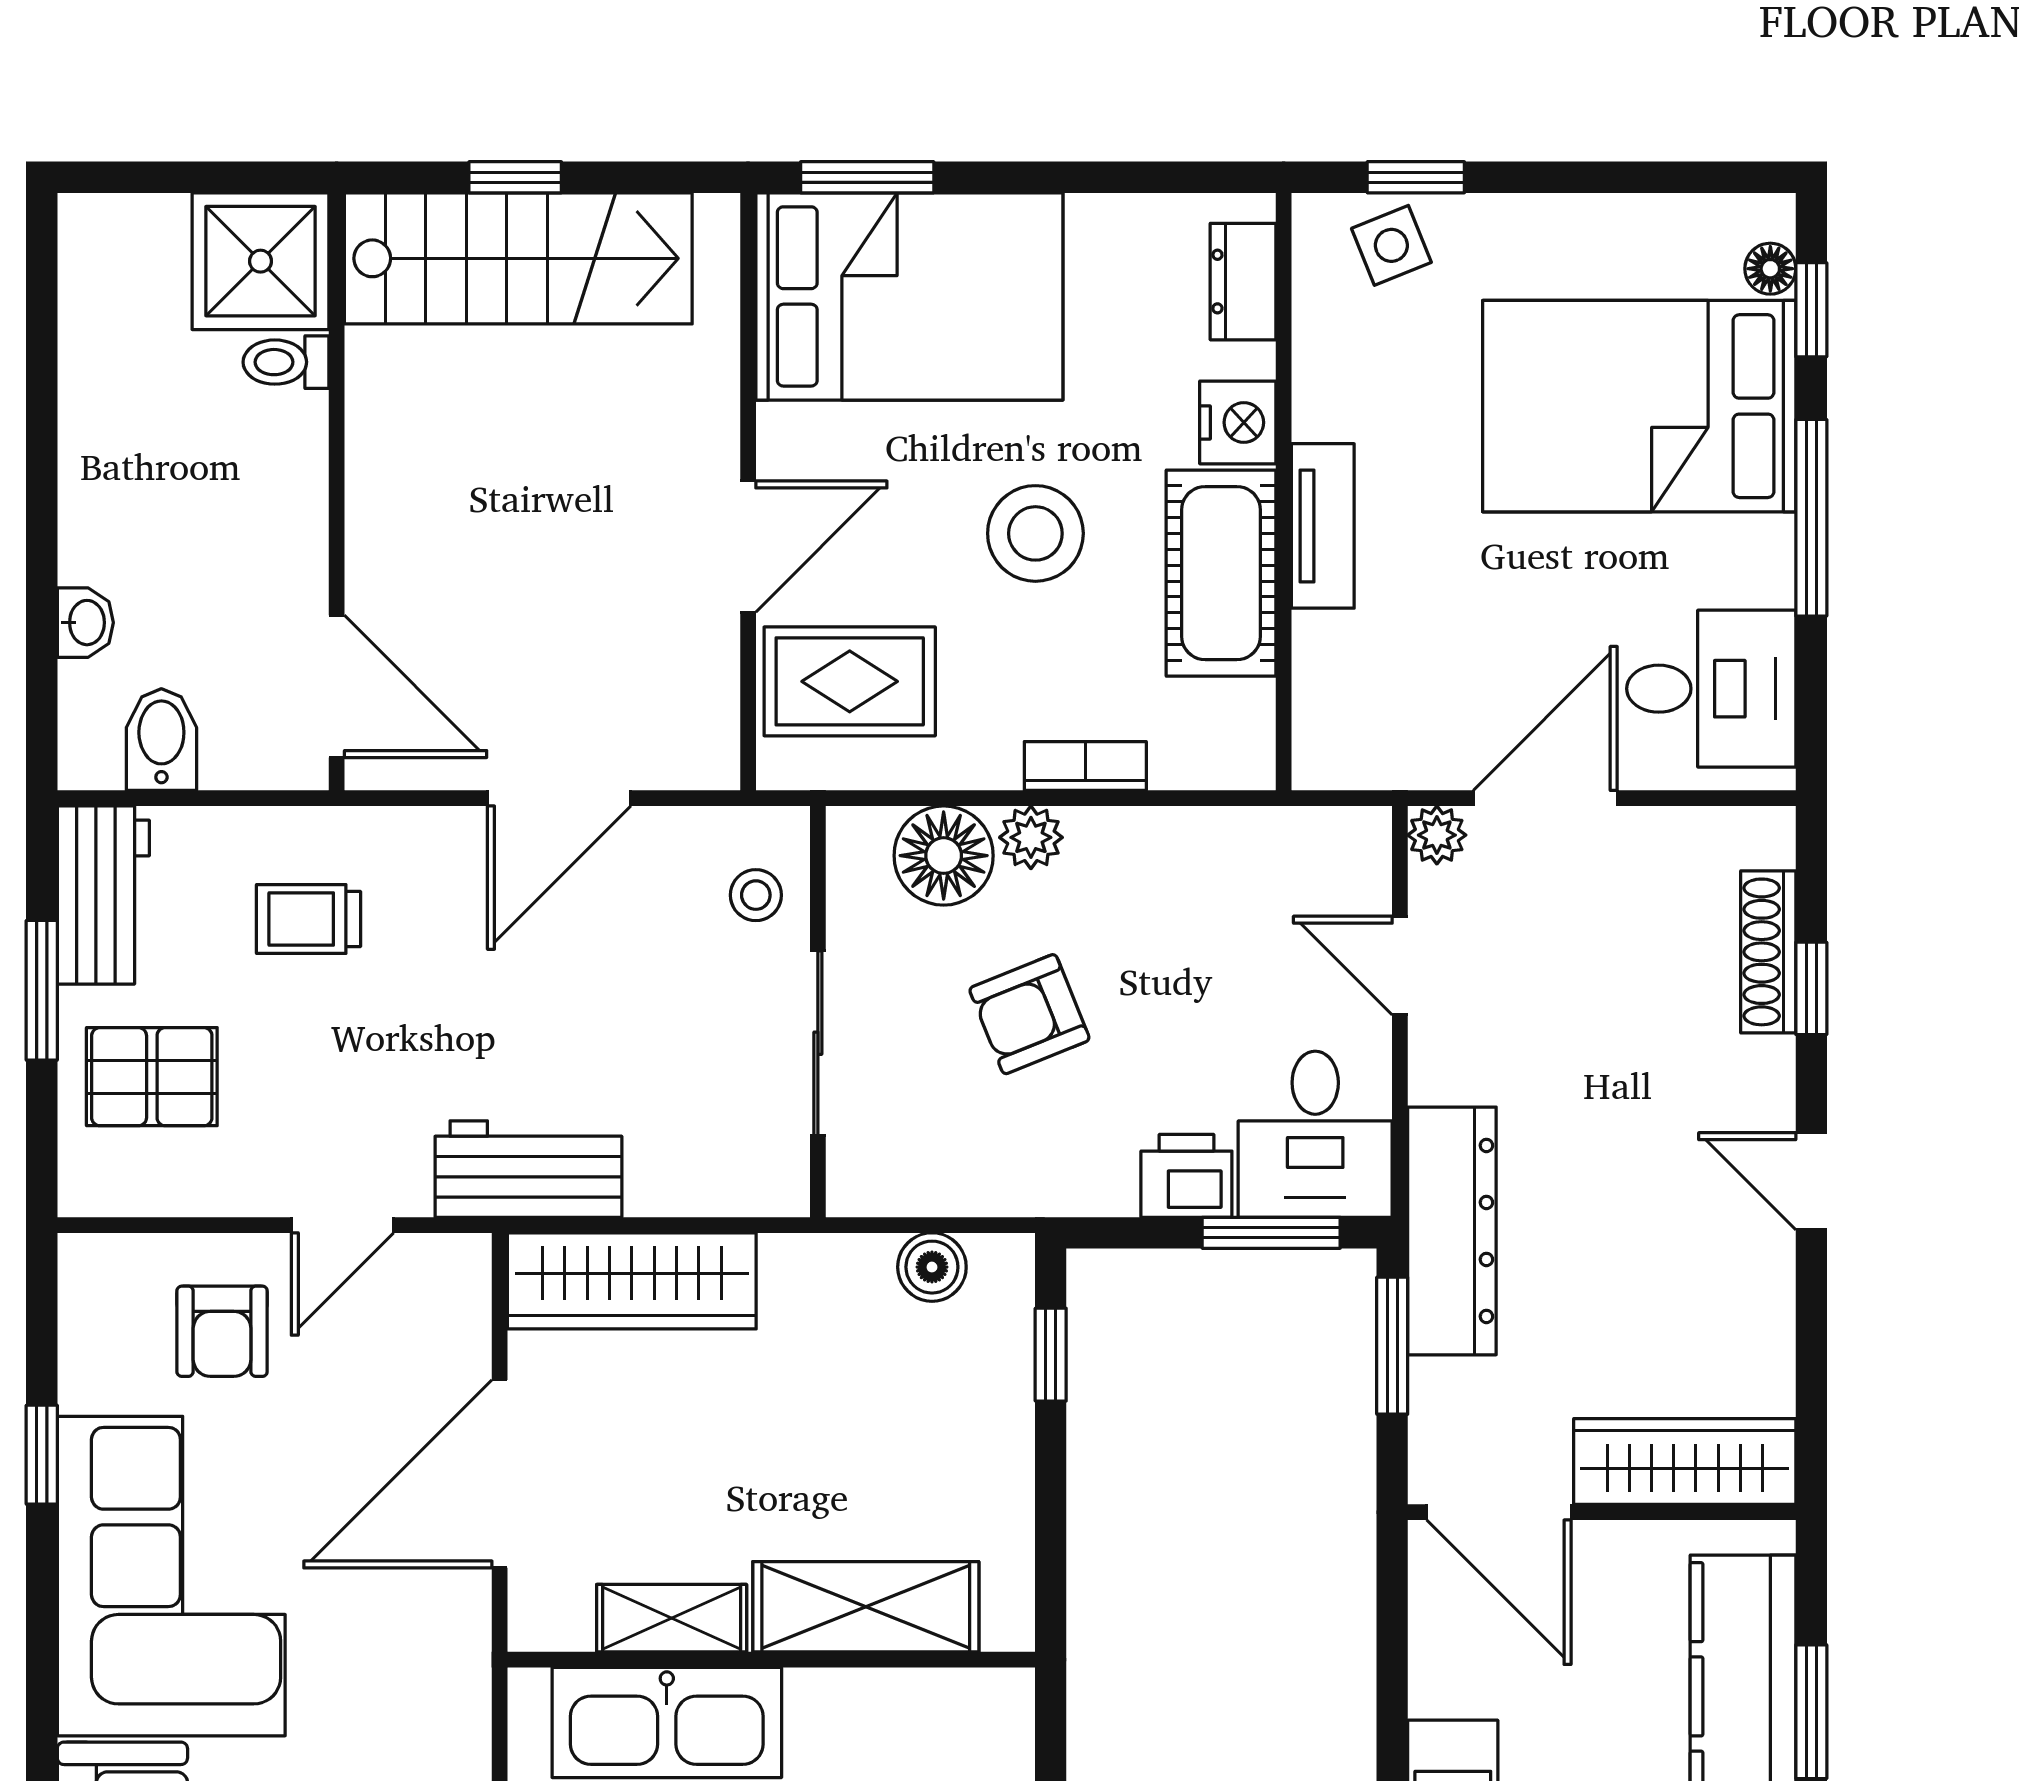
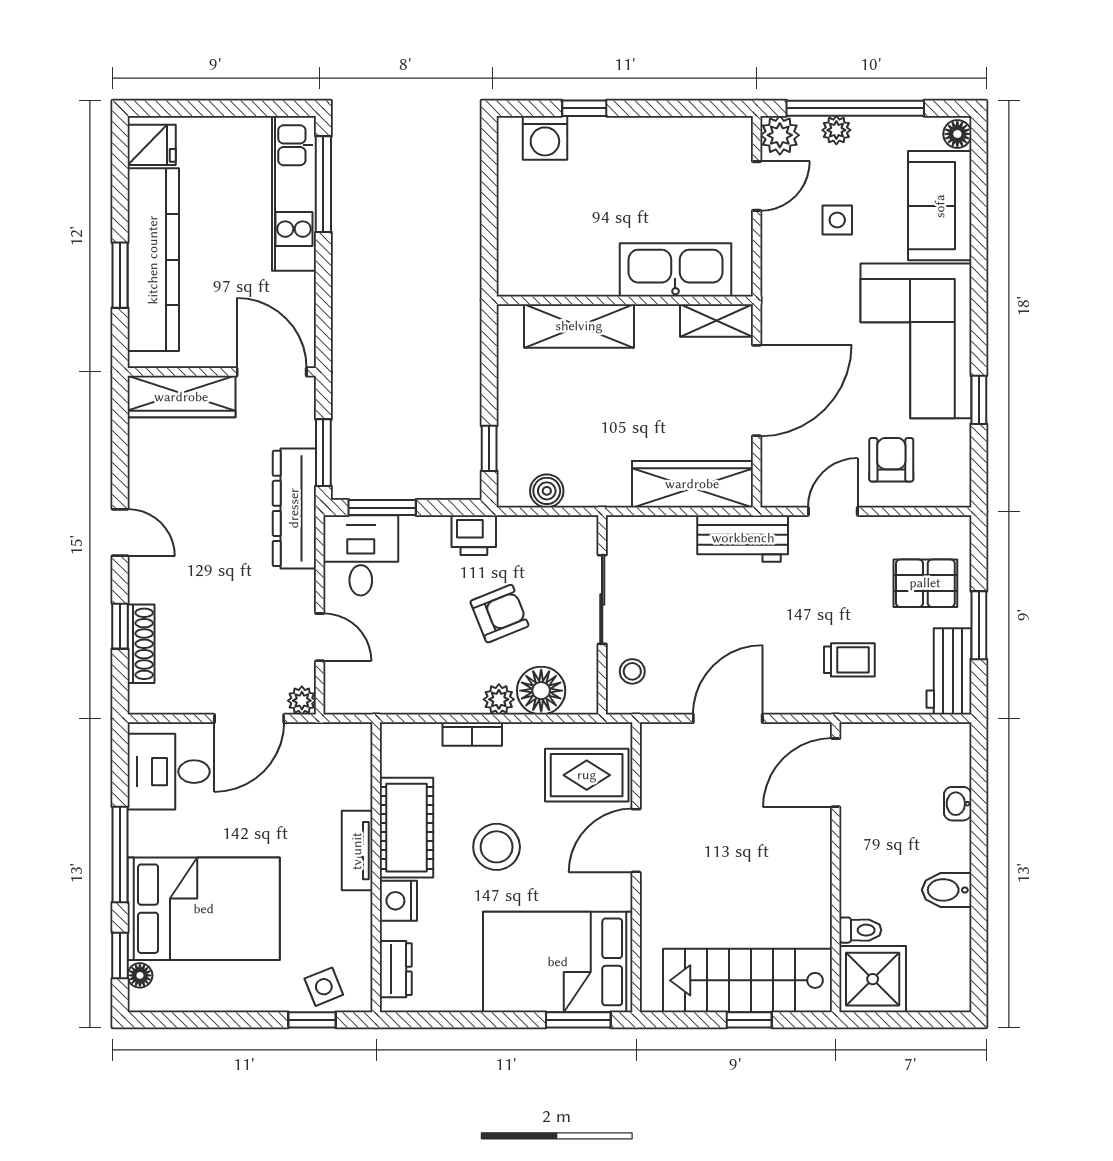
door: (337, 686) -> (836, 773), hinge flipped
bidet: (161, 740) -> (947, 890), moved, turned 90
printer: (1186, 1176) -> (474, 535), moved
shelving: (672, 1618) -> (716, 320), moved

